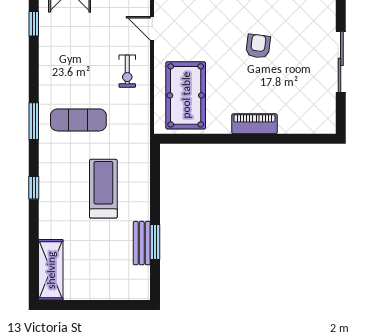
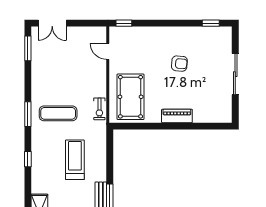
window: (34, 24) -> (28, 48), width x1.50
armchair: (258, 46) -> (179, 64), turned 88
exercise bike: (127, 71) -> (99, 109), moved

